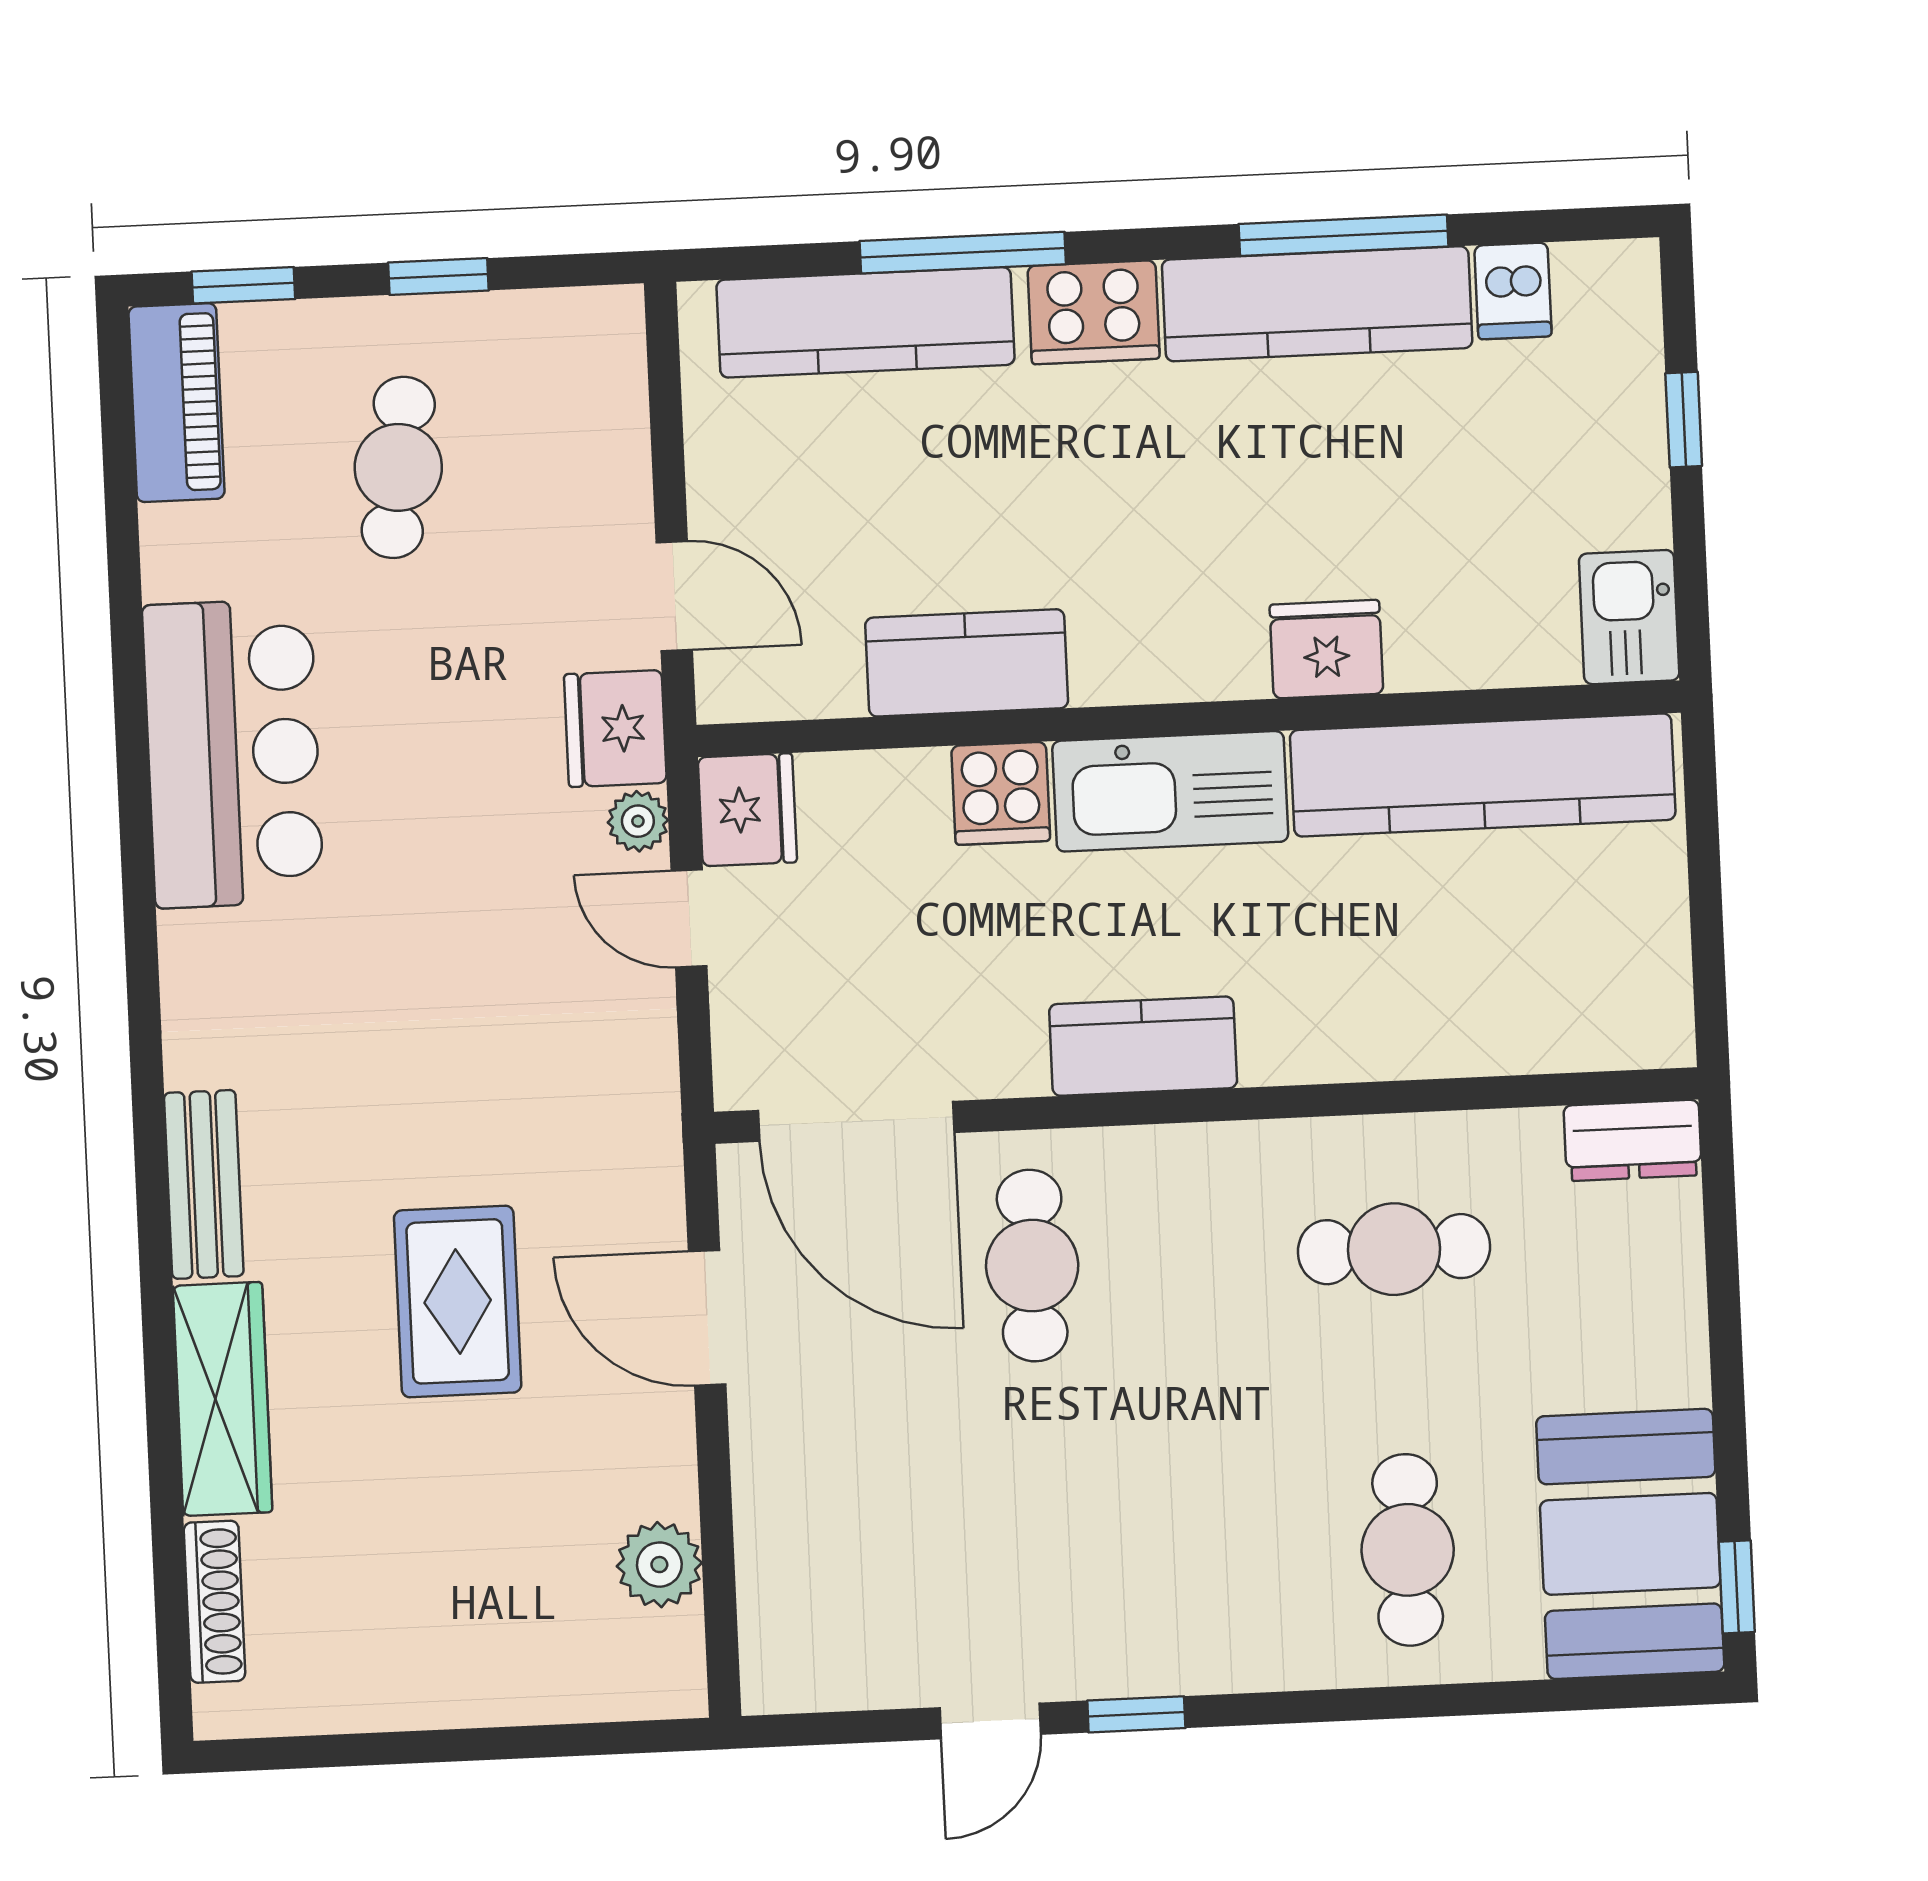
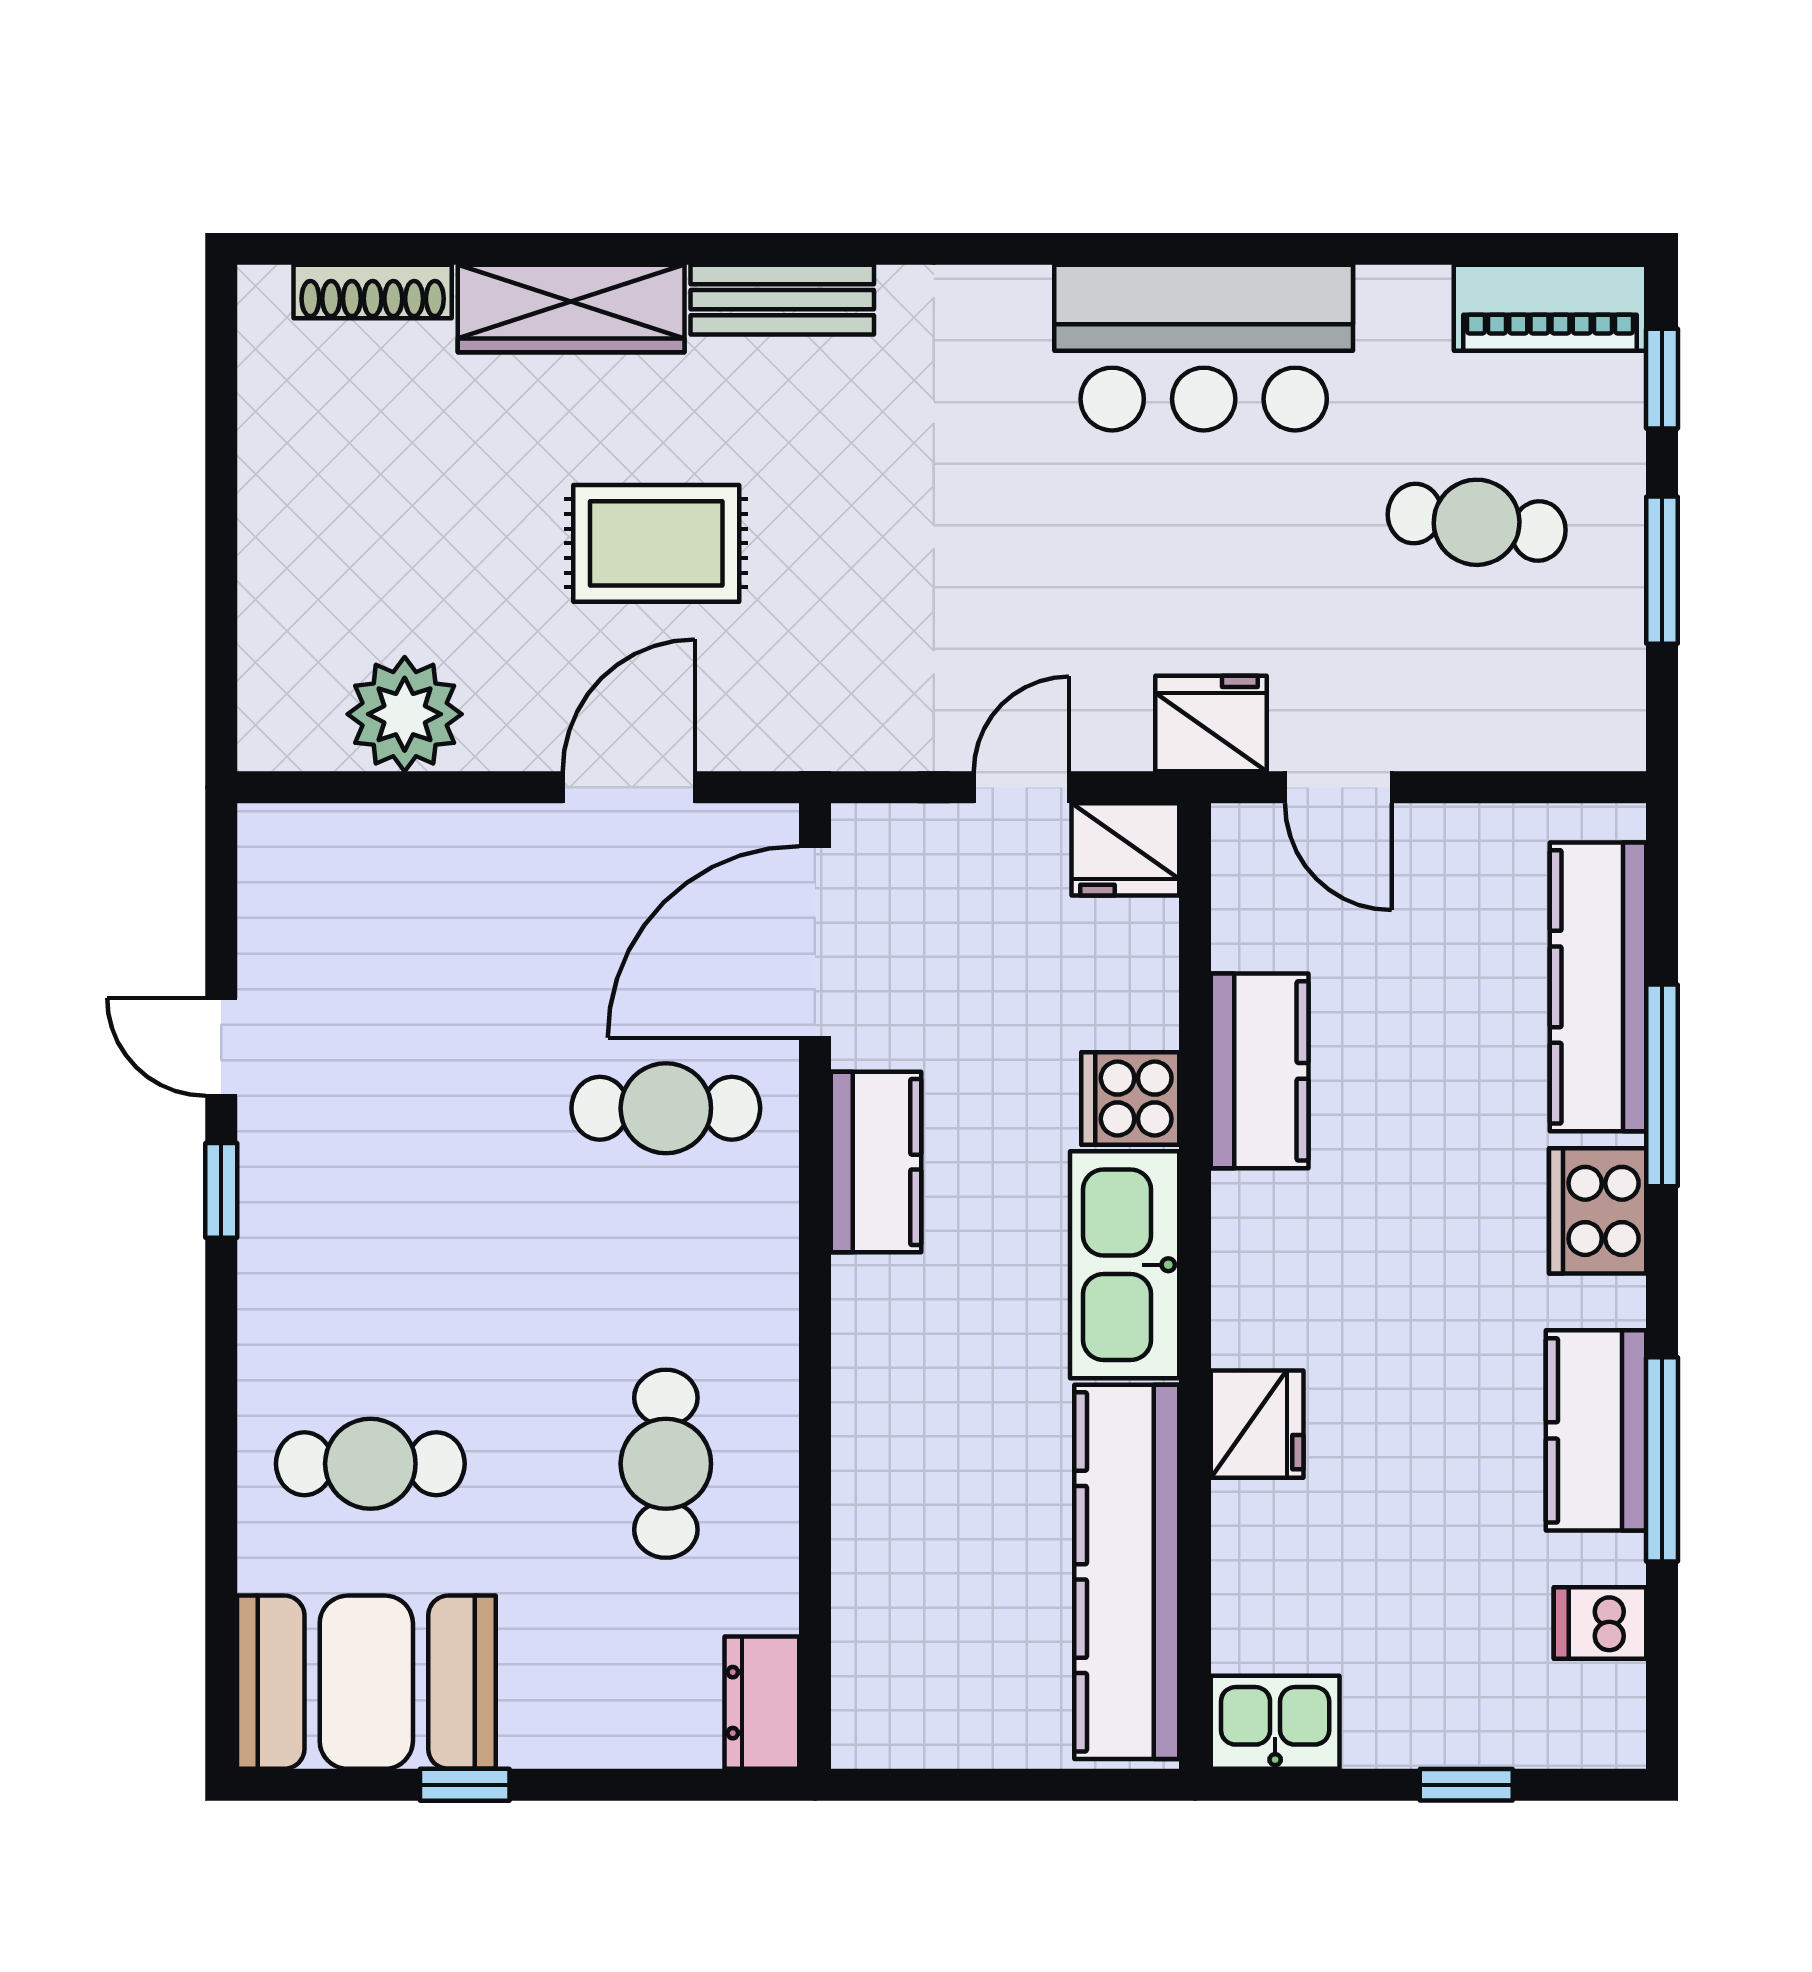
window: (438, 276) -> (1662, 570), width x1.50
kitchen counter: (1317, 304) -> (1596, 1430), width x0.67
door: (674, 596) -> (1338, 787), hinge flipped
plant: (638, 821) -> (1119, 742), removed
kitchen counter: (1143, 1046) -> (876, 1162), moved
plant: (659, 1565) -> (405, 714), width x1.36, depth x1.36
window: (1737, 1587) -> (465, 1785), moved

